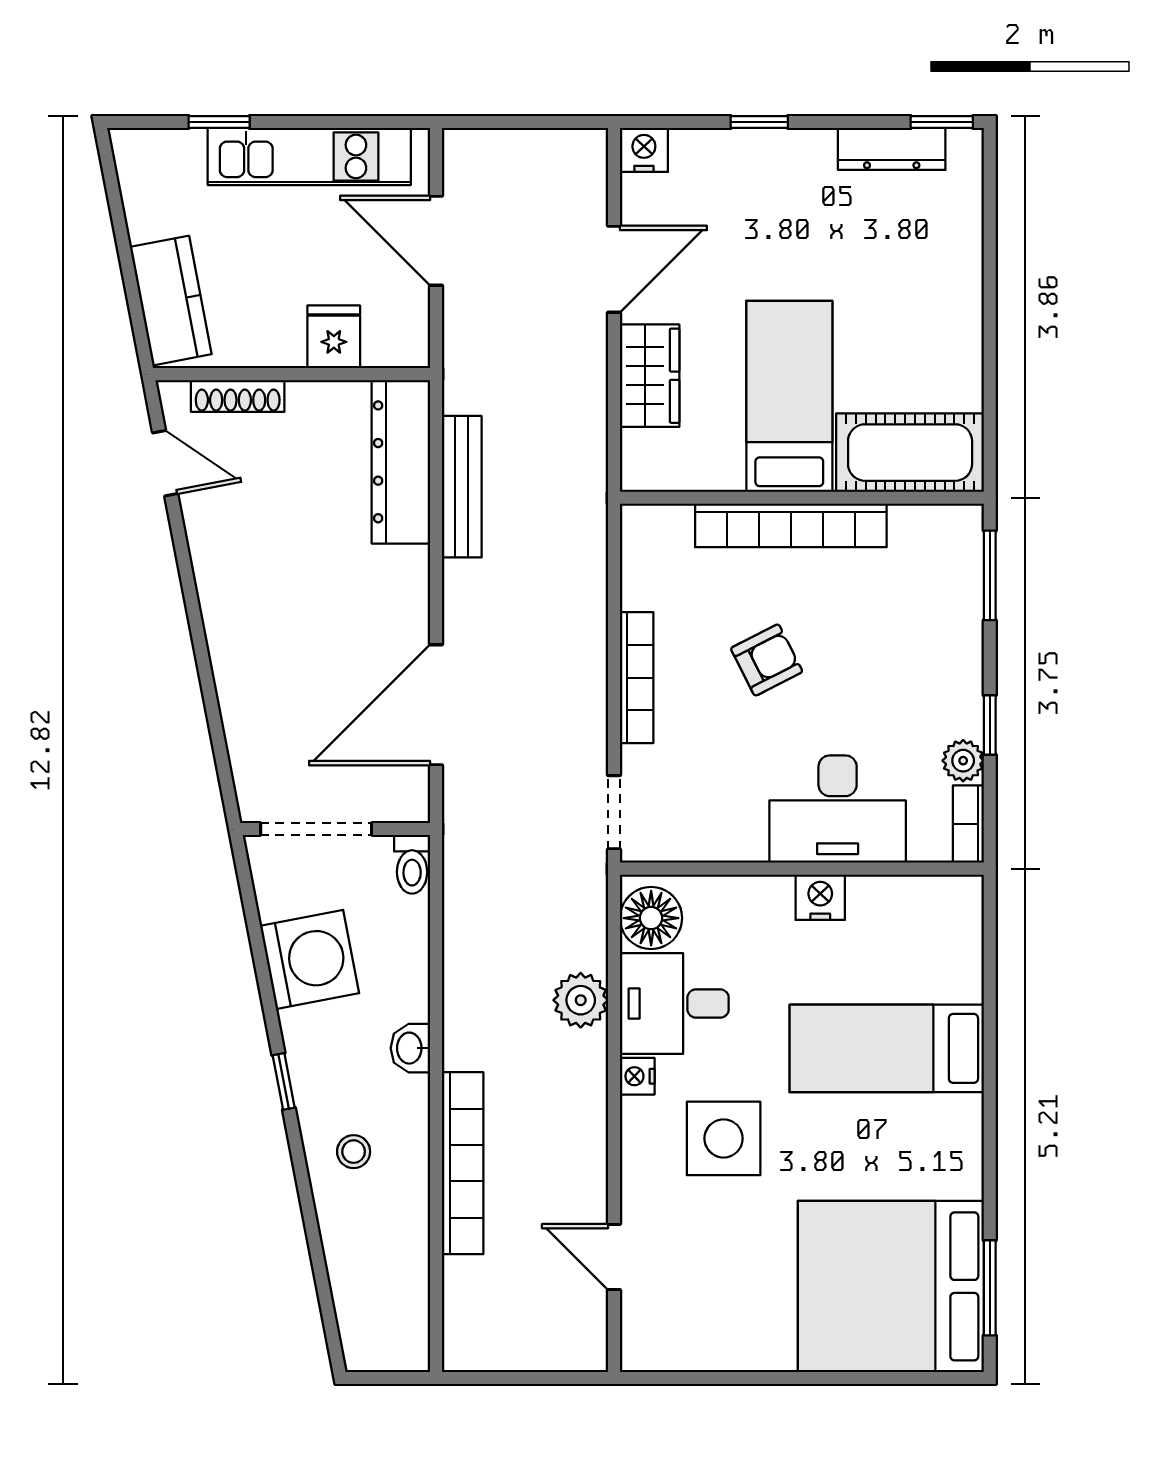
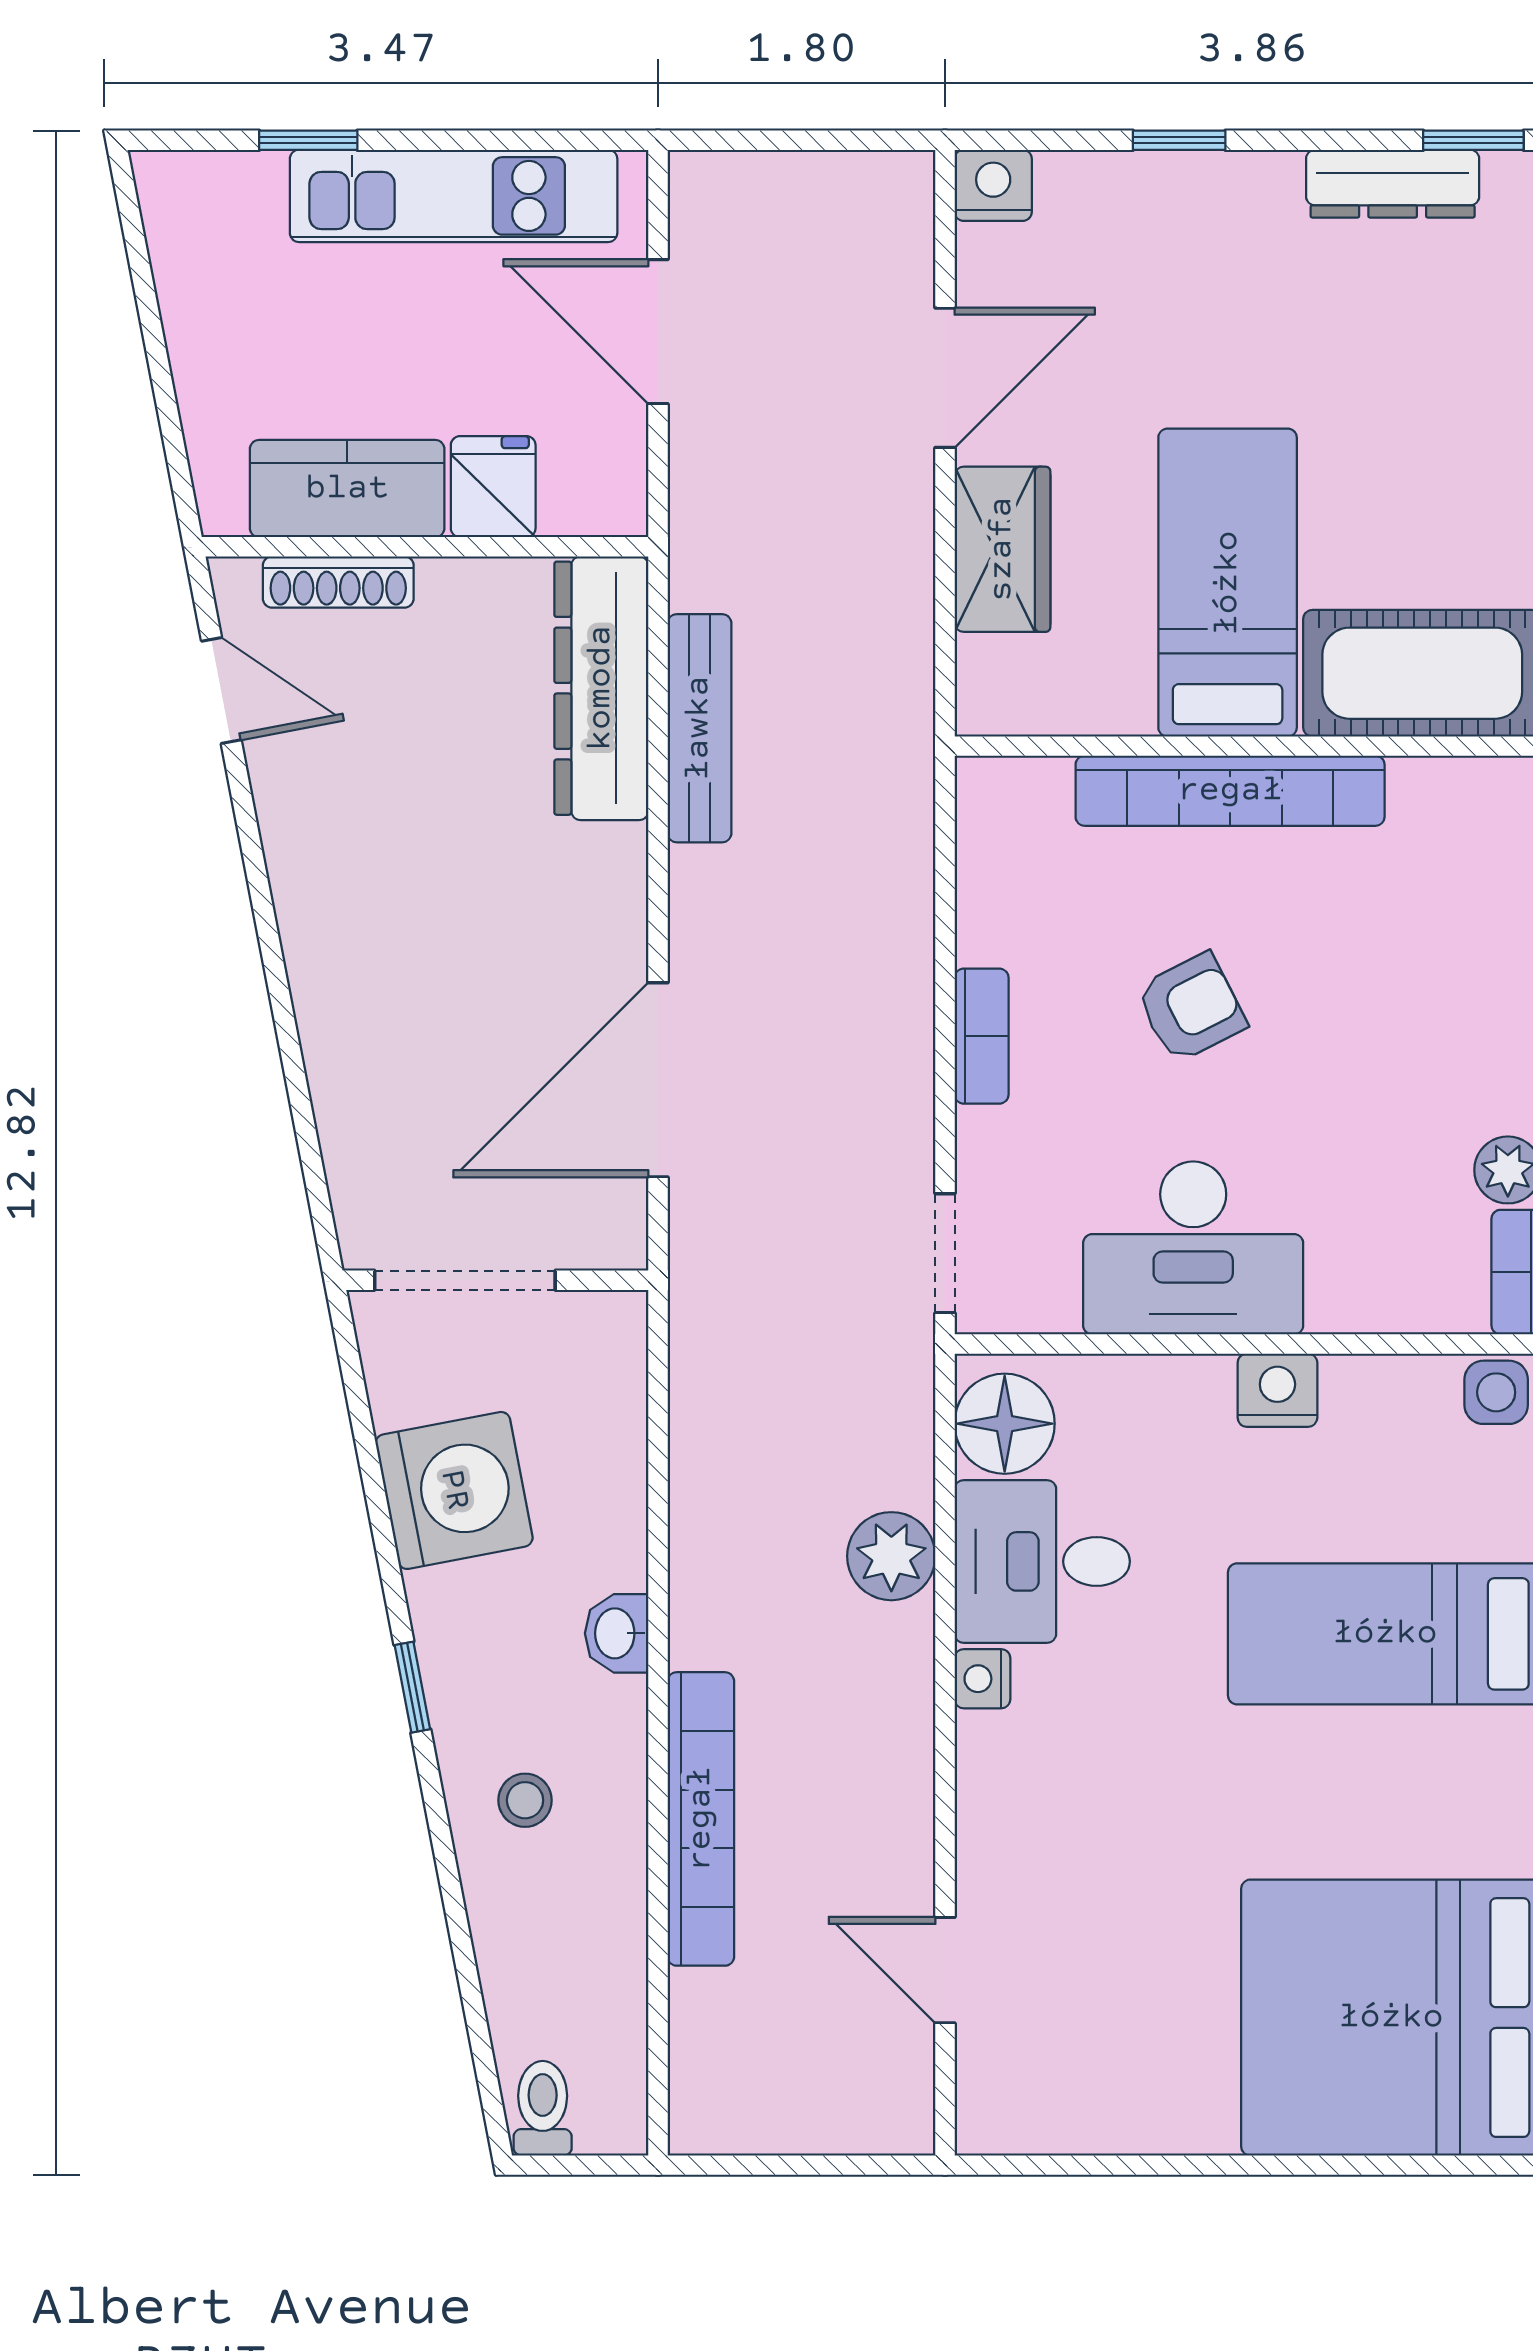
kitchen counter: (171, 301) -> (347, 489), moved, turned -79
bookcase: (637, 678) -> (982, 1036), width x0.64
desk: (838, 809) -> (1193, 1248), moved
toilet: (412, 864) -> (543, 2108), moved, turned 180
side table: (724, 1138) -> (1496, 1392), moved, width x0.54, depth x0.54

